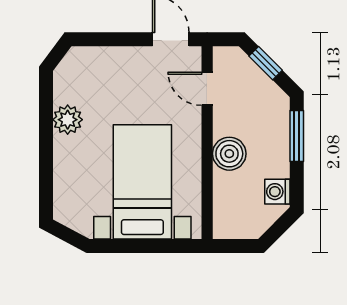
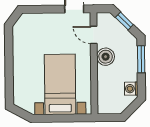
plant: (68, 120) -> (20, 52), removed
boiler: (229, 154) -> (106, 57), moved

